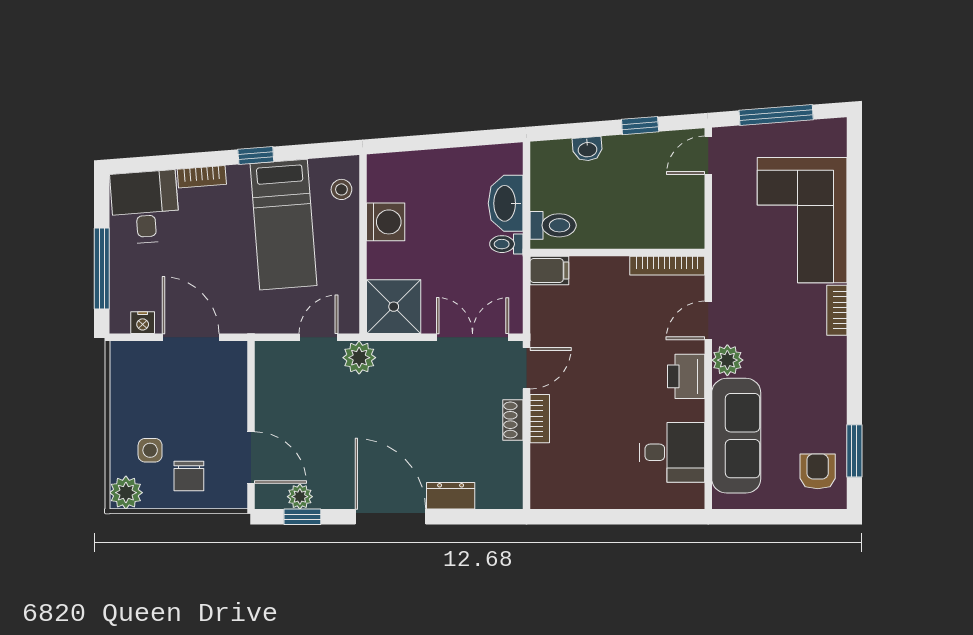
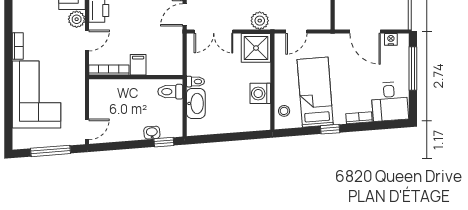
window: (640, 126) -> (164, 142), moved
filing cabinet: (549, 271) -> (138, 65), moved, turned 90
plant: (359, 358) -> (260, 21), moved

